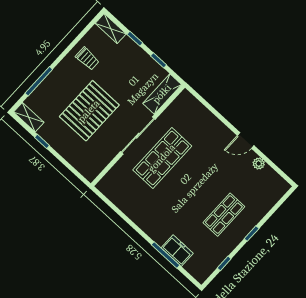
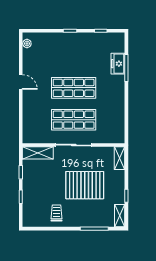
shelving: (111, 29) -> (120, 158), moved
plant: (259, 163) -> (27, 44), moved
shop shelf: (224, 215) -> (74, 88), moved, width x1.43, depth x1.36

